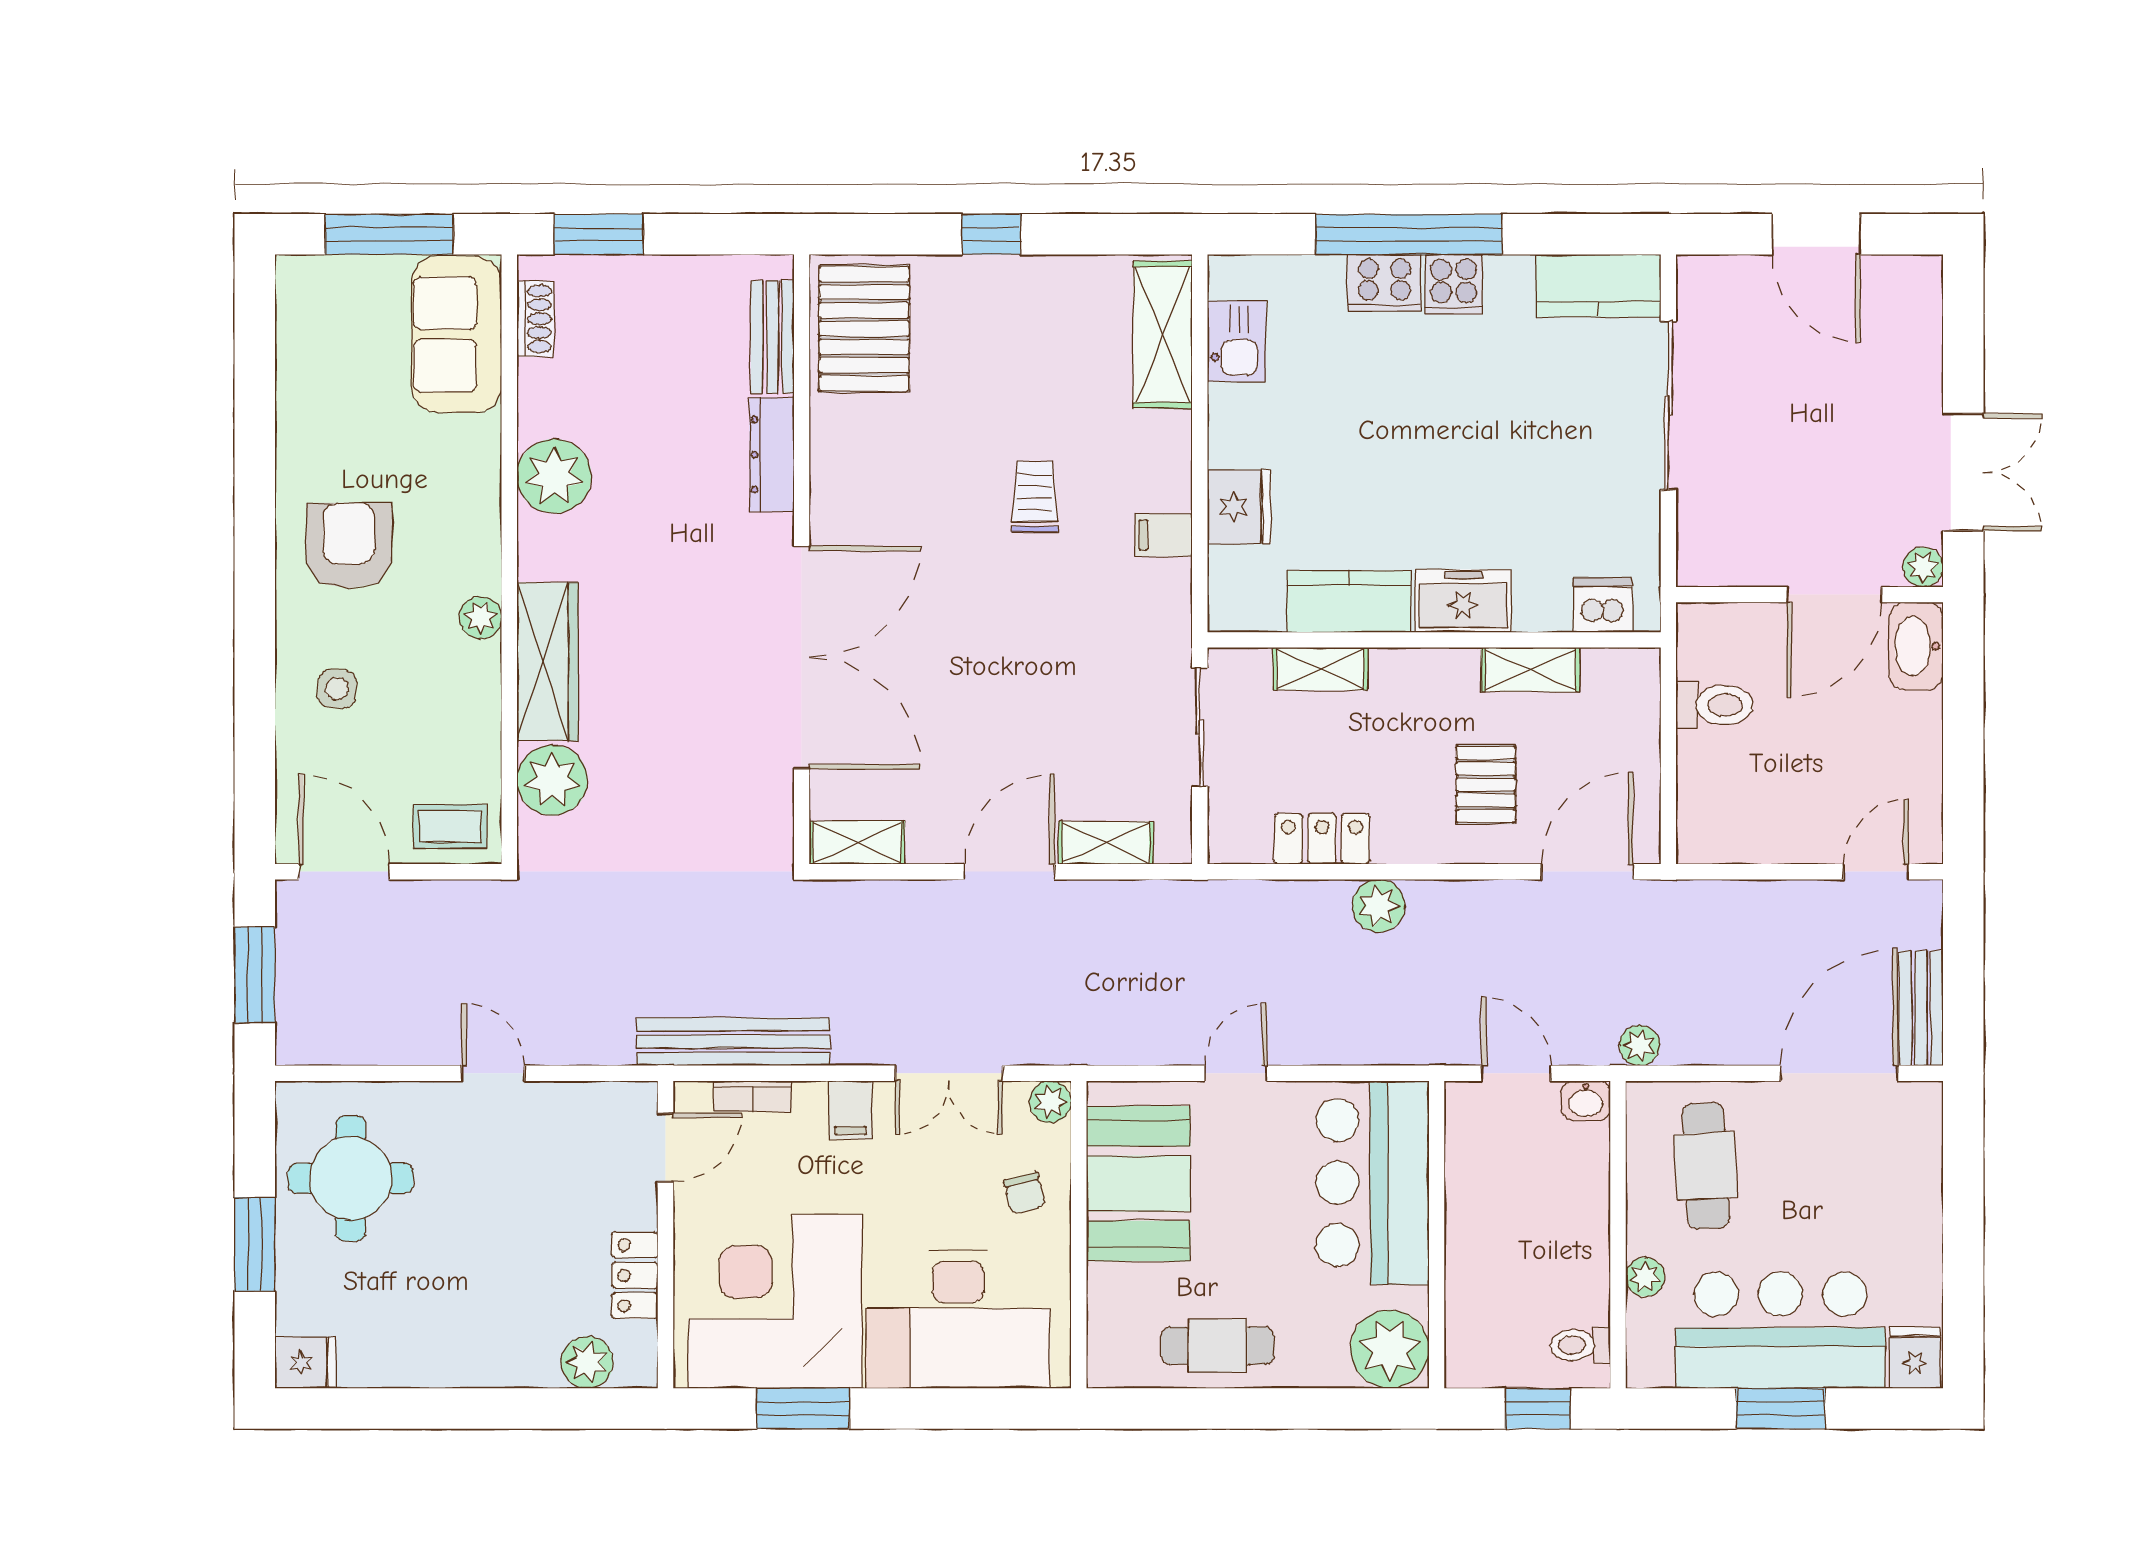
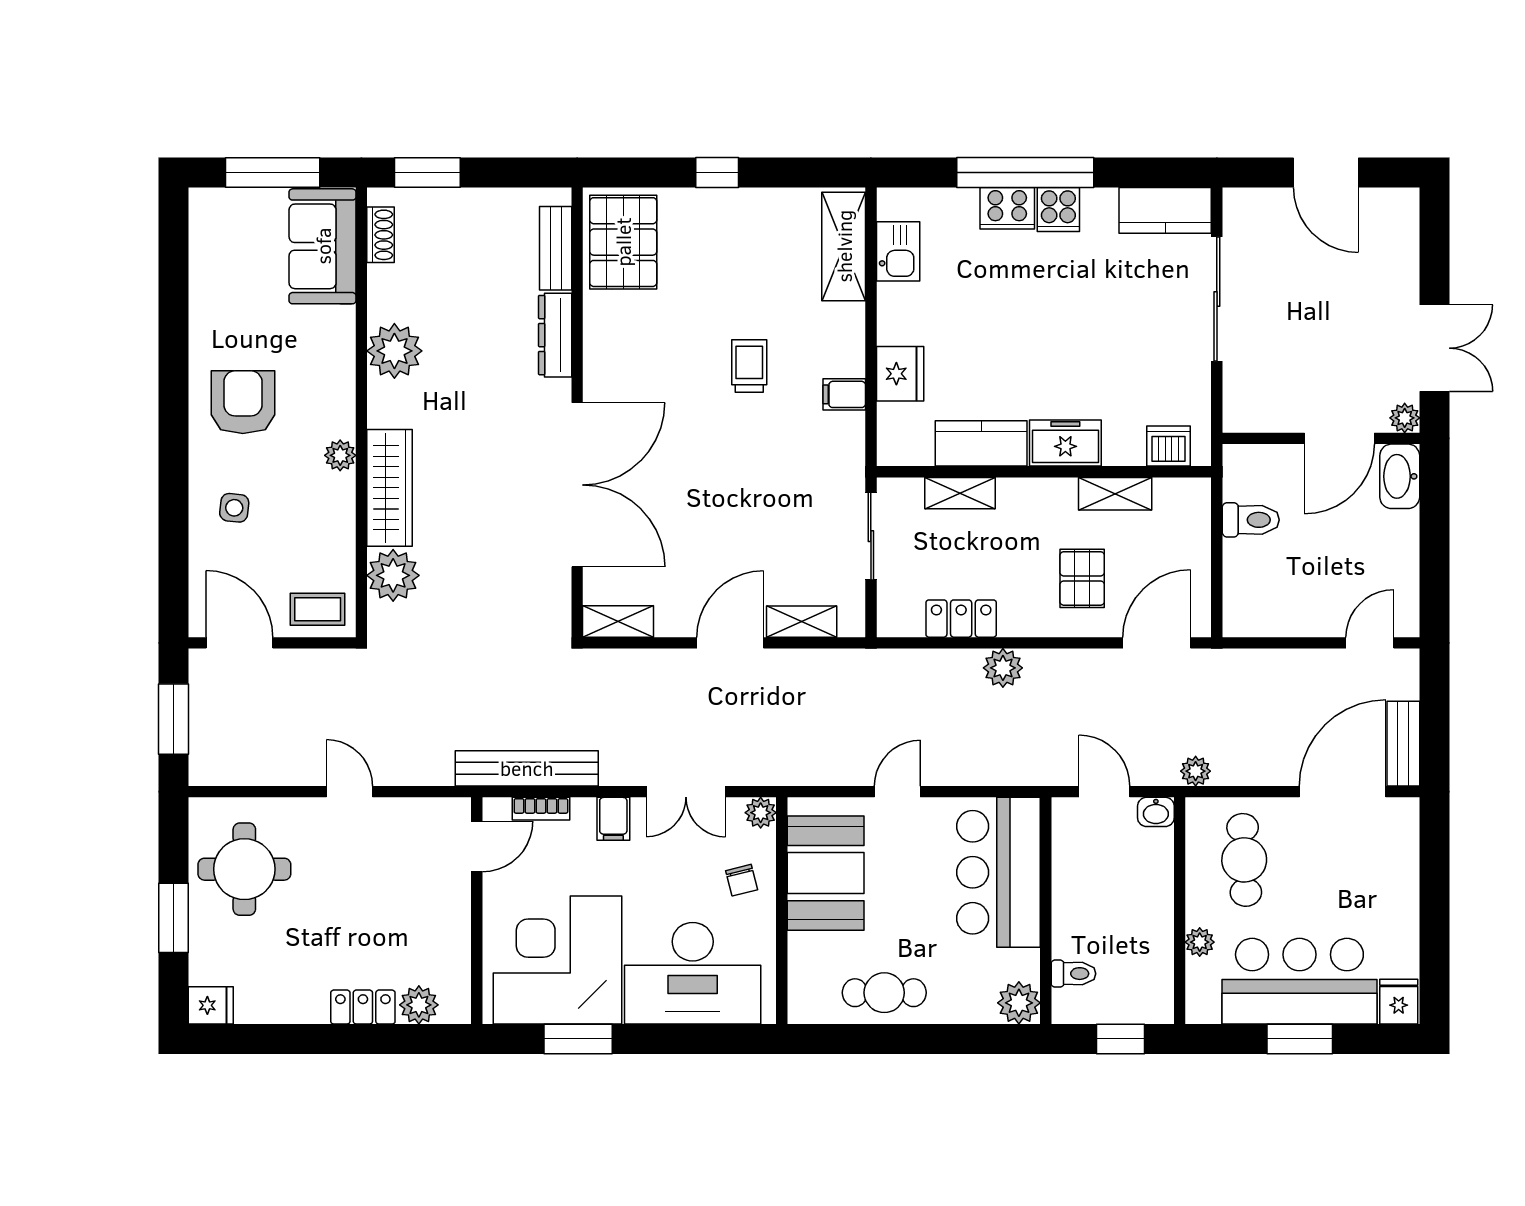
locker: (635, 1275) -> (363, 1007), moved, turned 90
toilet: (1580, 1345) -> (1073, 974), moved, turned 180
plant: (1390, 1349) -> (1019, 1003), width x0.73, depth x0.73

